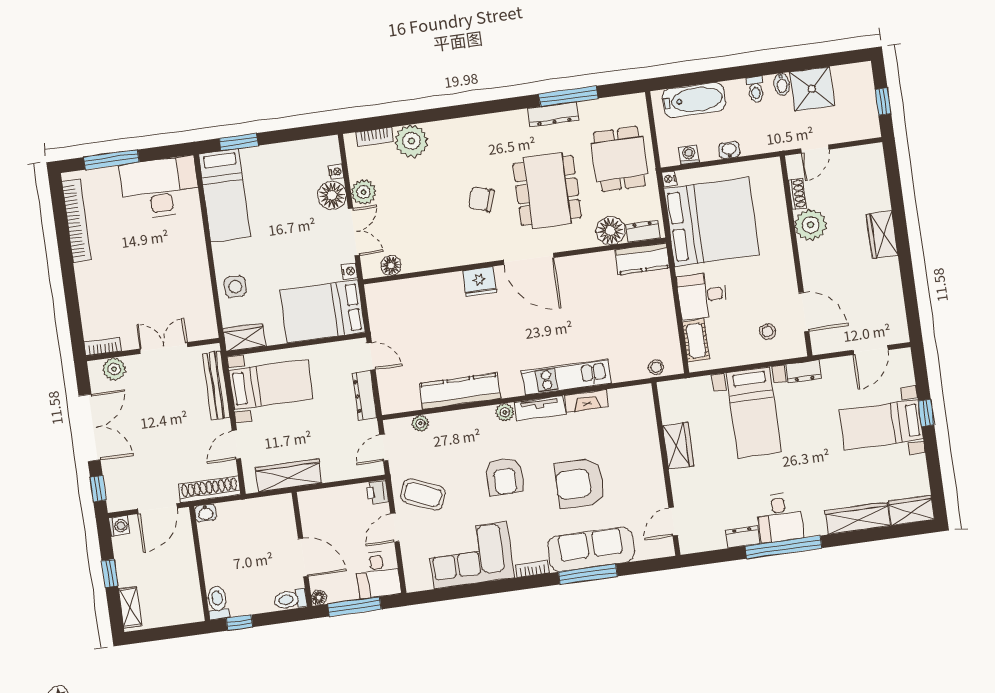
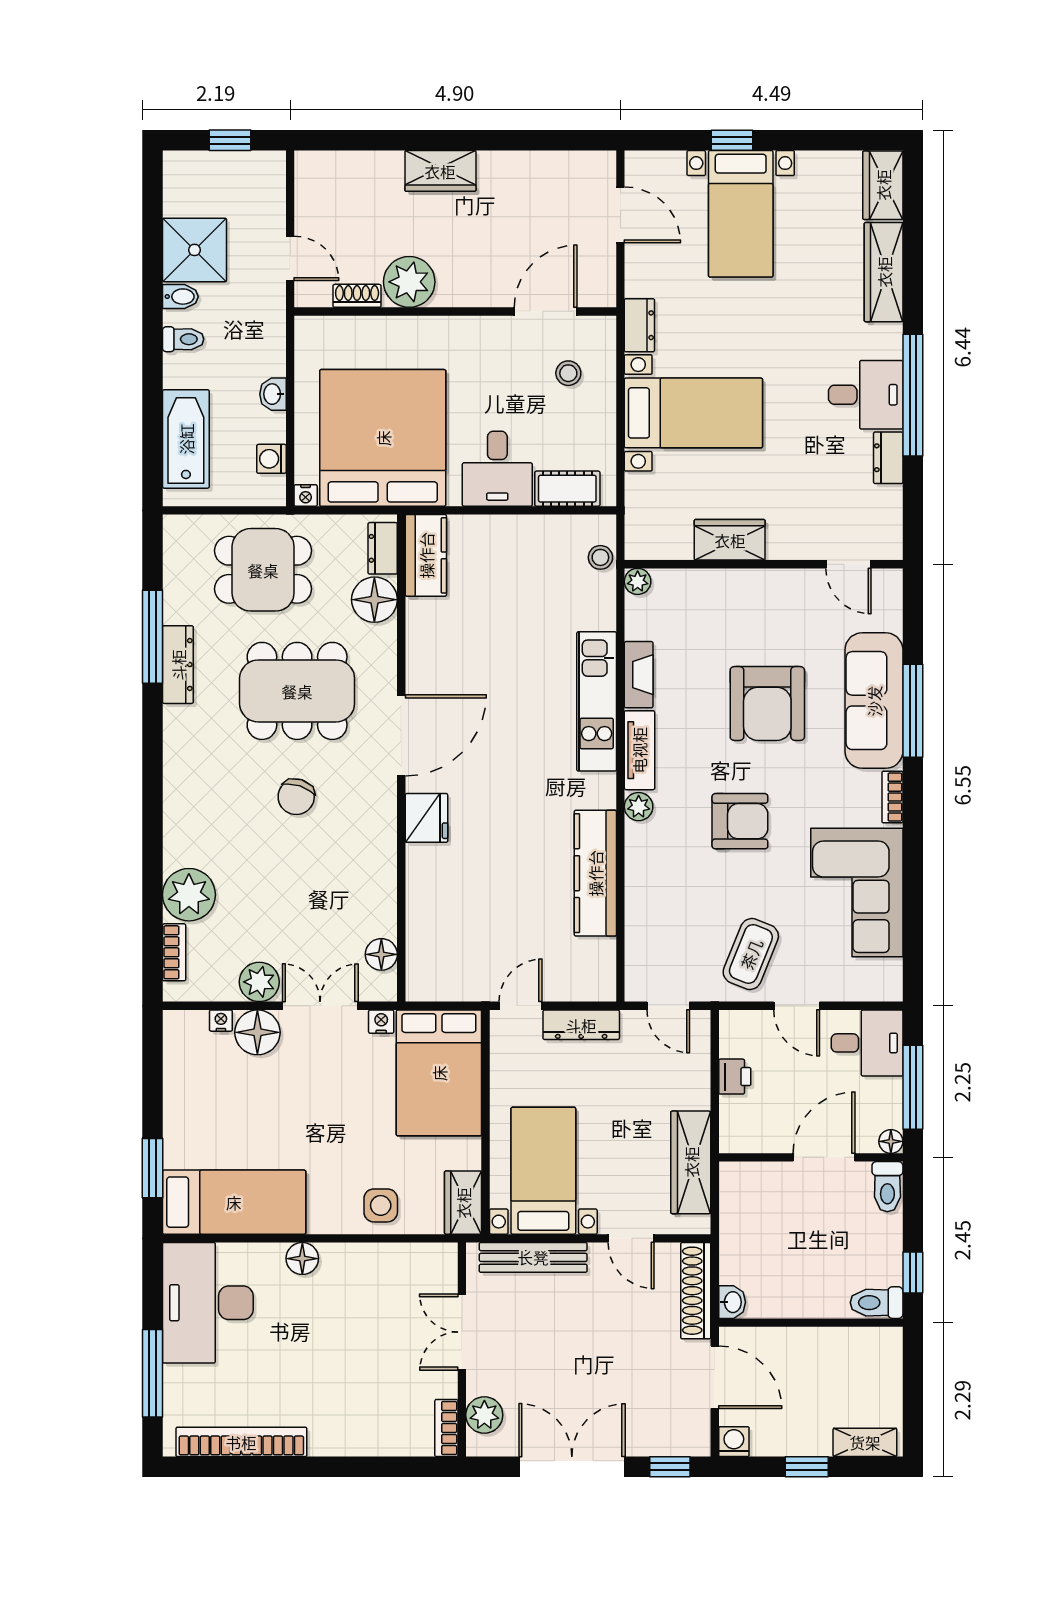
floor lamp: (196, 243) -> (302, 1259), added
plant: (420, 423) -> (638, 581), moved
printer: (377, 492) -> (735, 1077), moved, turned -90

